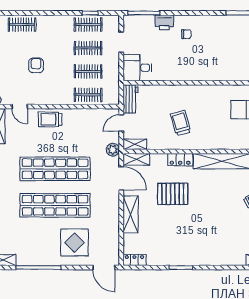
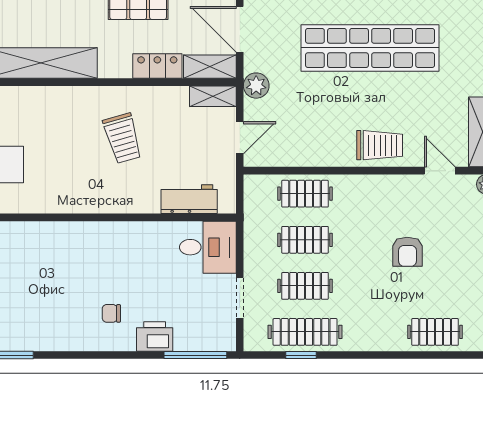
clothes rail: (88, 25) -> (305, 332), width x1.36
workbench: (130, 99) -> (189, 199), moved, turned 90
locker: (180, 160) -> (157, 66), moved

